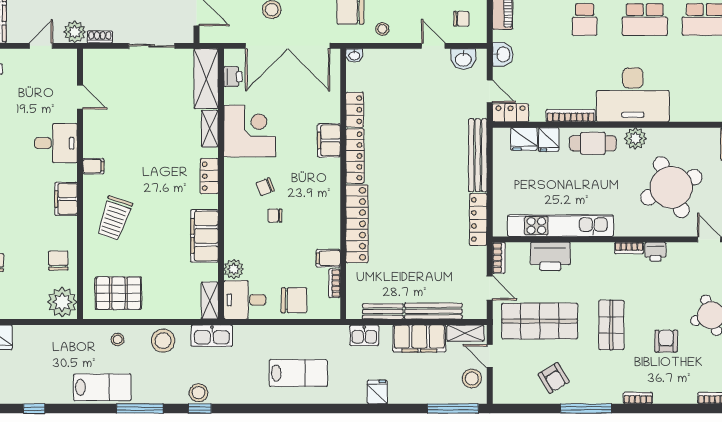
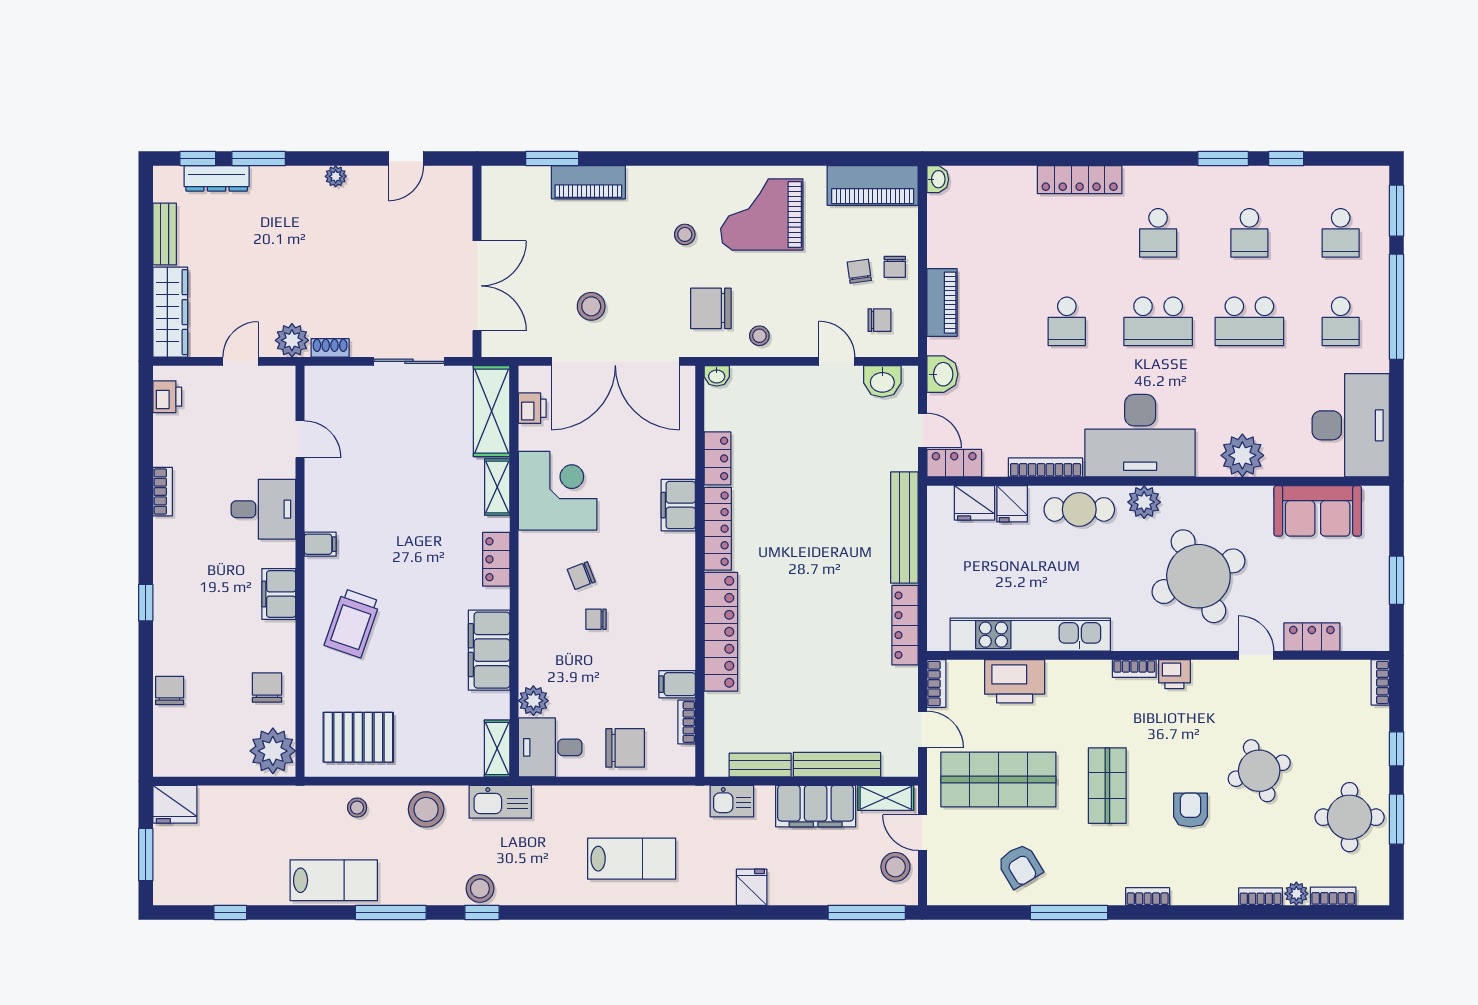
plant: (700, 108) -> (1242, 455), added

